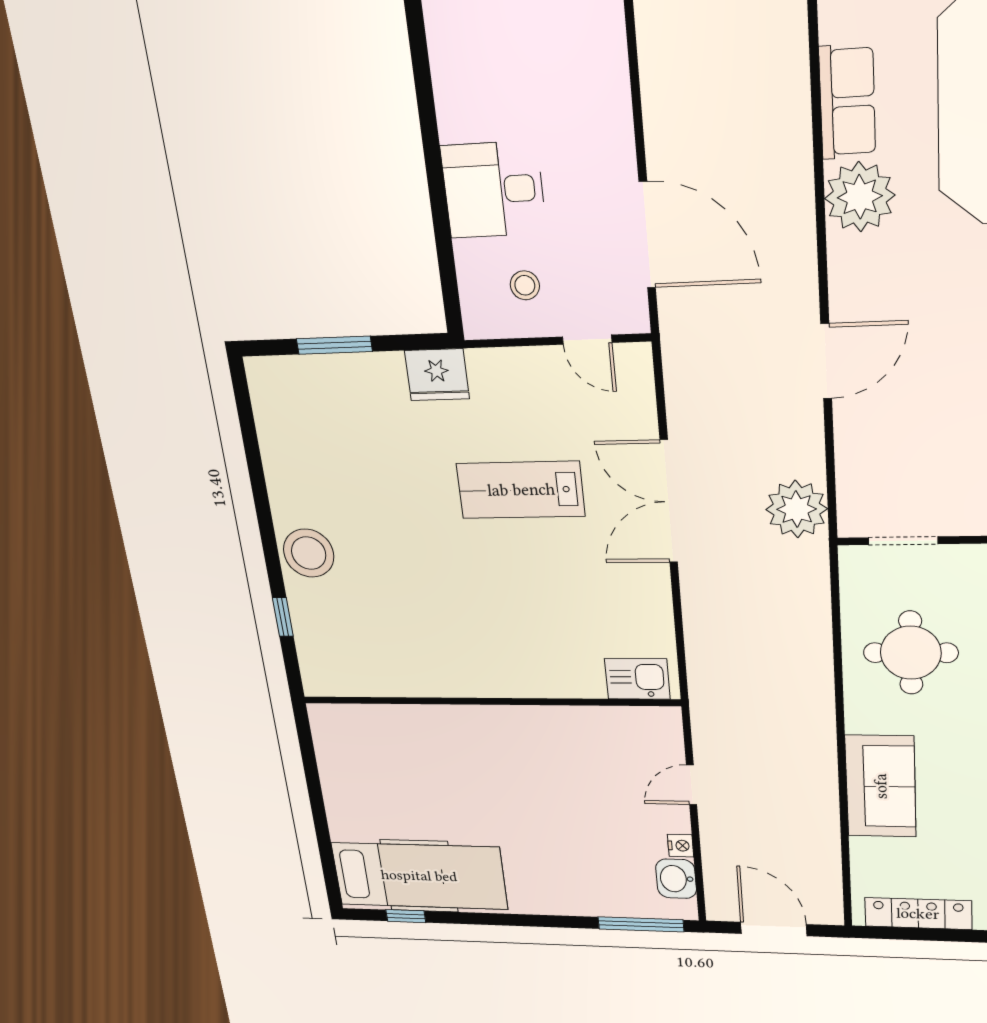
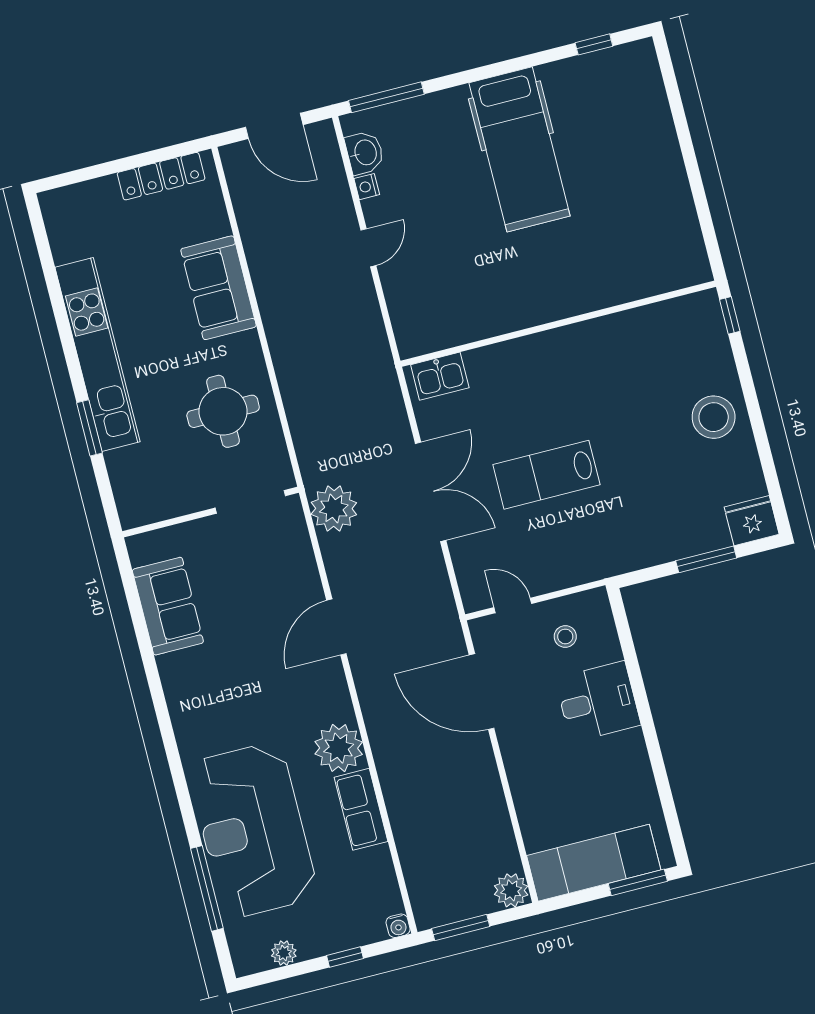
fridge: (437, 375) -> (752, 521), moved
lab bench: (521, 490) -> (546, 475), turned 180
doorway: (903, 541) -> (250, 502), width x1.38
stool: (309, 553) -> (714, 417), moved
kitchen sink: (637, 679) -> (440, 376), moved
wall: (489, 701) -> (558, 324), moved
hospital bed: (419, 876) -> (520, 149), moved, turned -90

